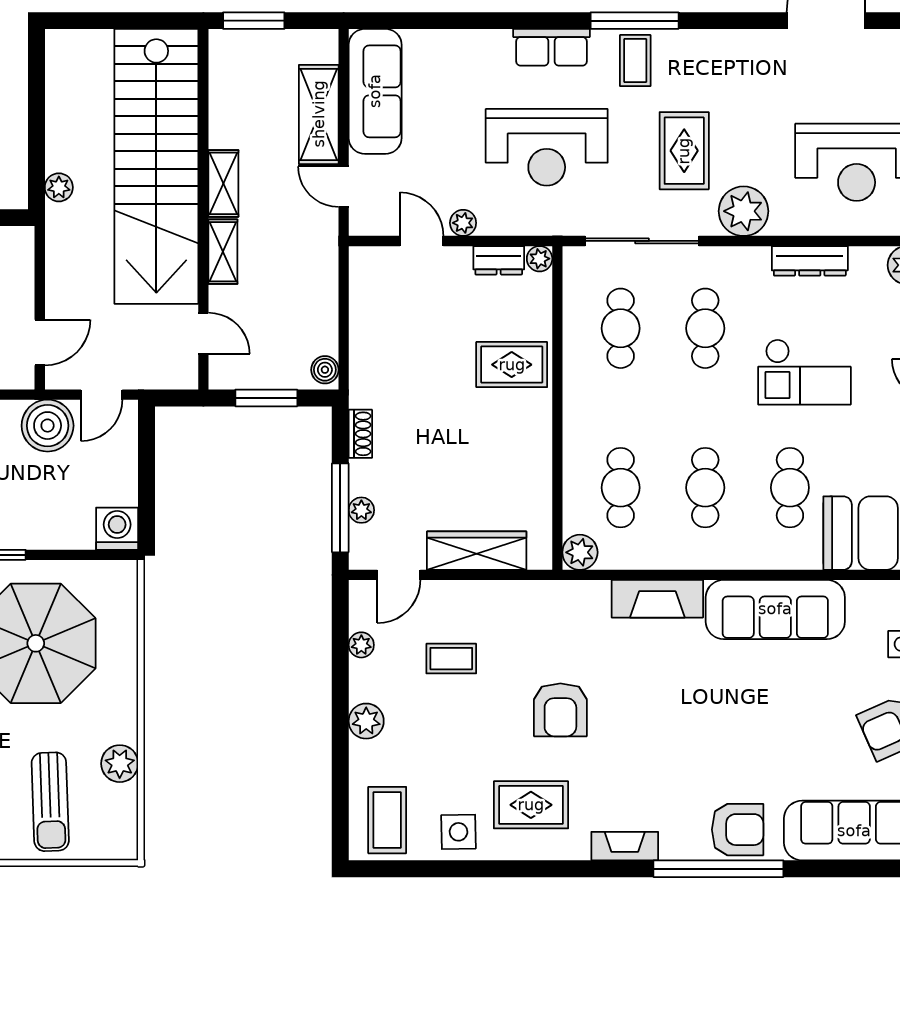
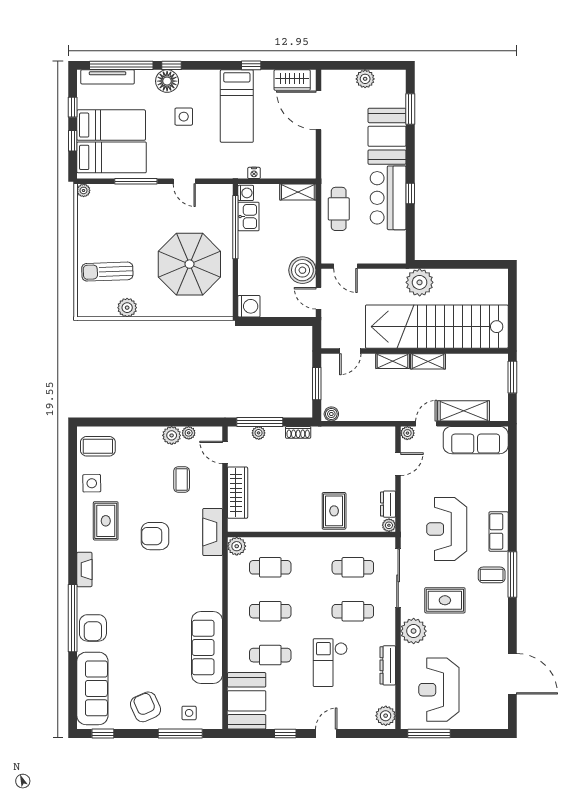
plant: (59, 187) -> (420, 282), width x1.88, depth x1.88
plant: (463, 223) -> (407, 433), moved
fireplace: (657, 599) -> (213, 532), moved
plant: (366, 721) -> (172, 435), moved

